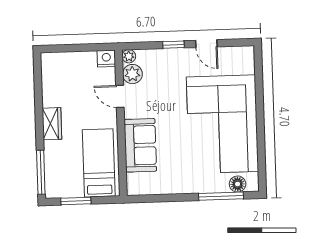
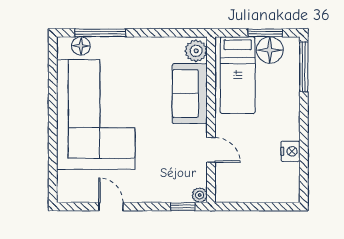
window: (174, 45) -> (183, 207), moved
nightstand: (106, 59) -> (290, 151), moved, turned -90
plant: (132, 74) -> (196, 51), moved
wardrobe: (52, 124) -> (289, 121), removed
floor lamp: (71, 186) -> (270, 50), added

